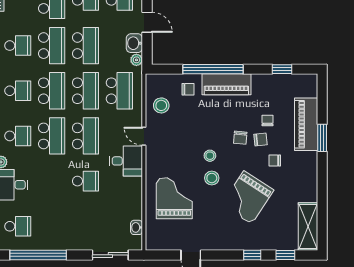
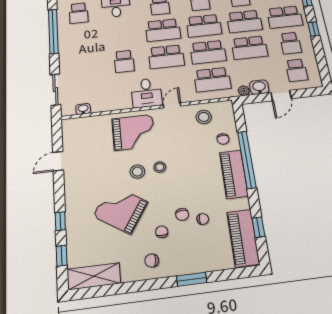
piano: (306, 124) -> (243, 238), moved, turned -90
chair: (240, 138) -> (152, 260), moved
grand piano: (174, 198) -> (133, 132), moved

